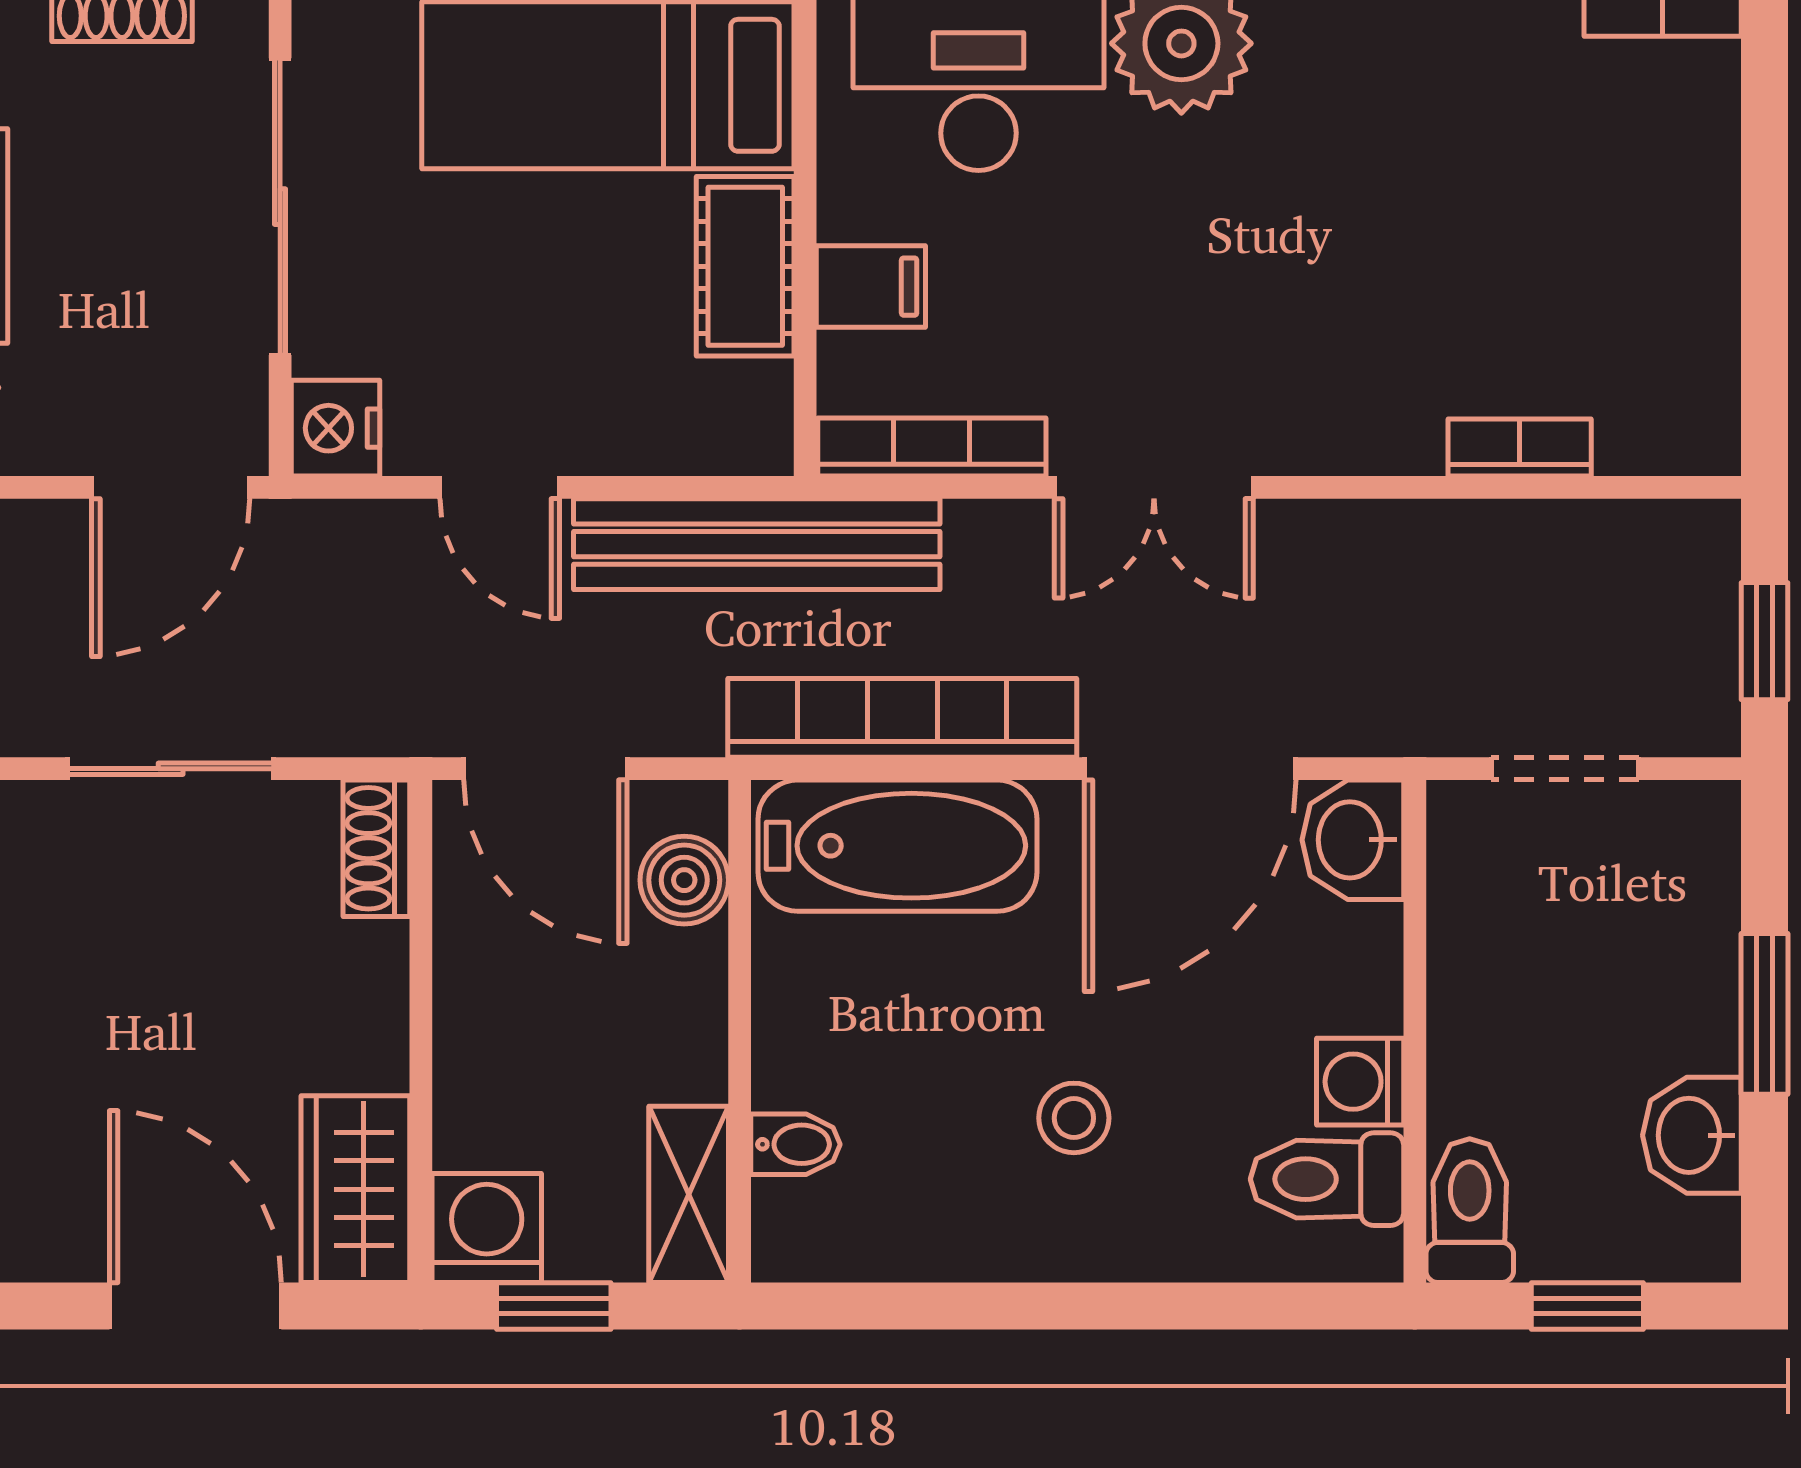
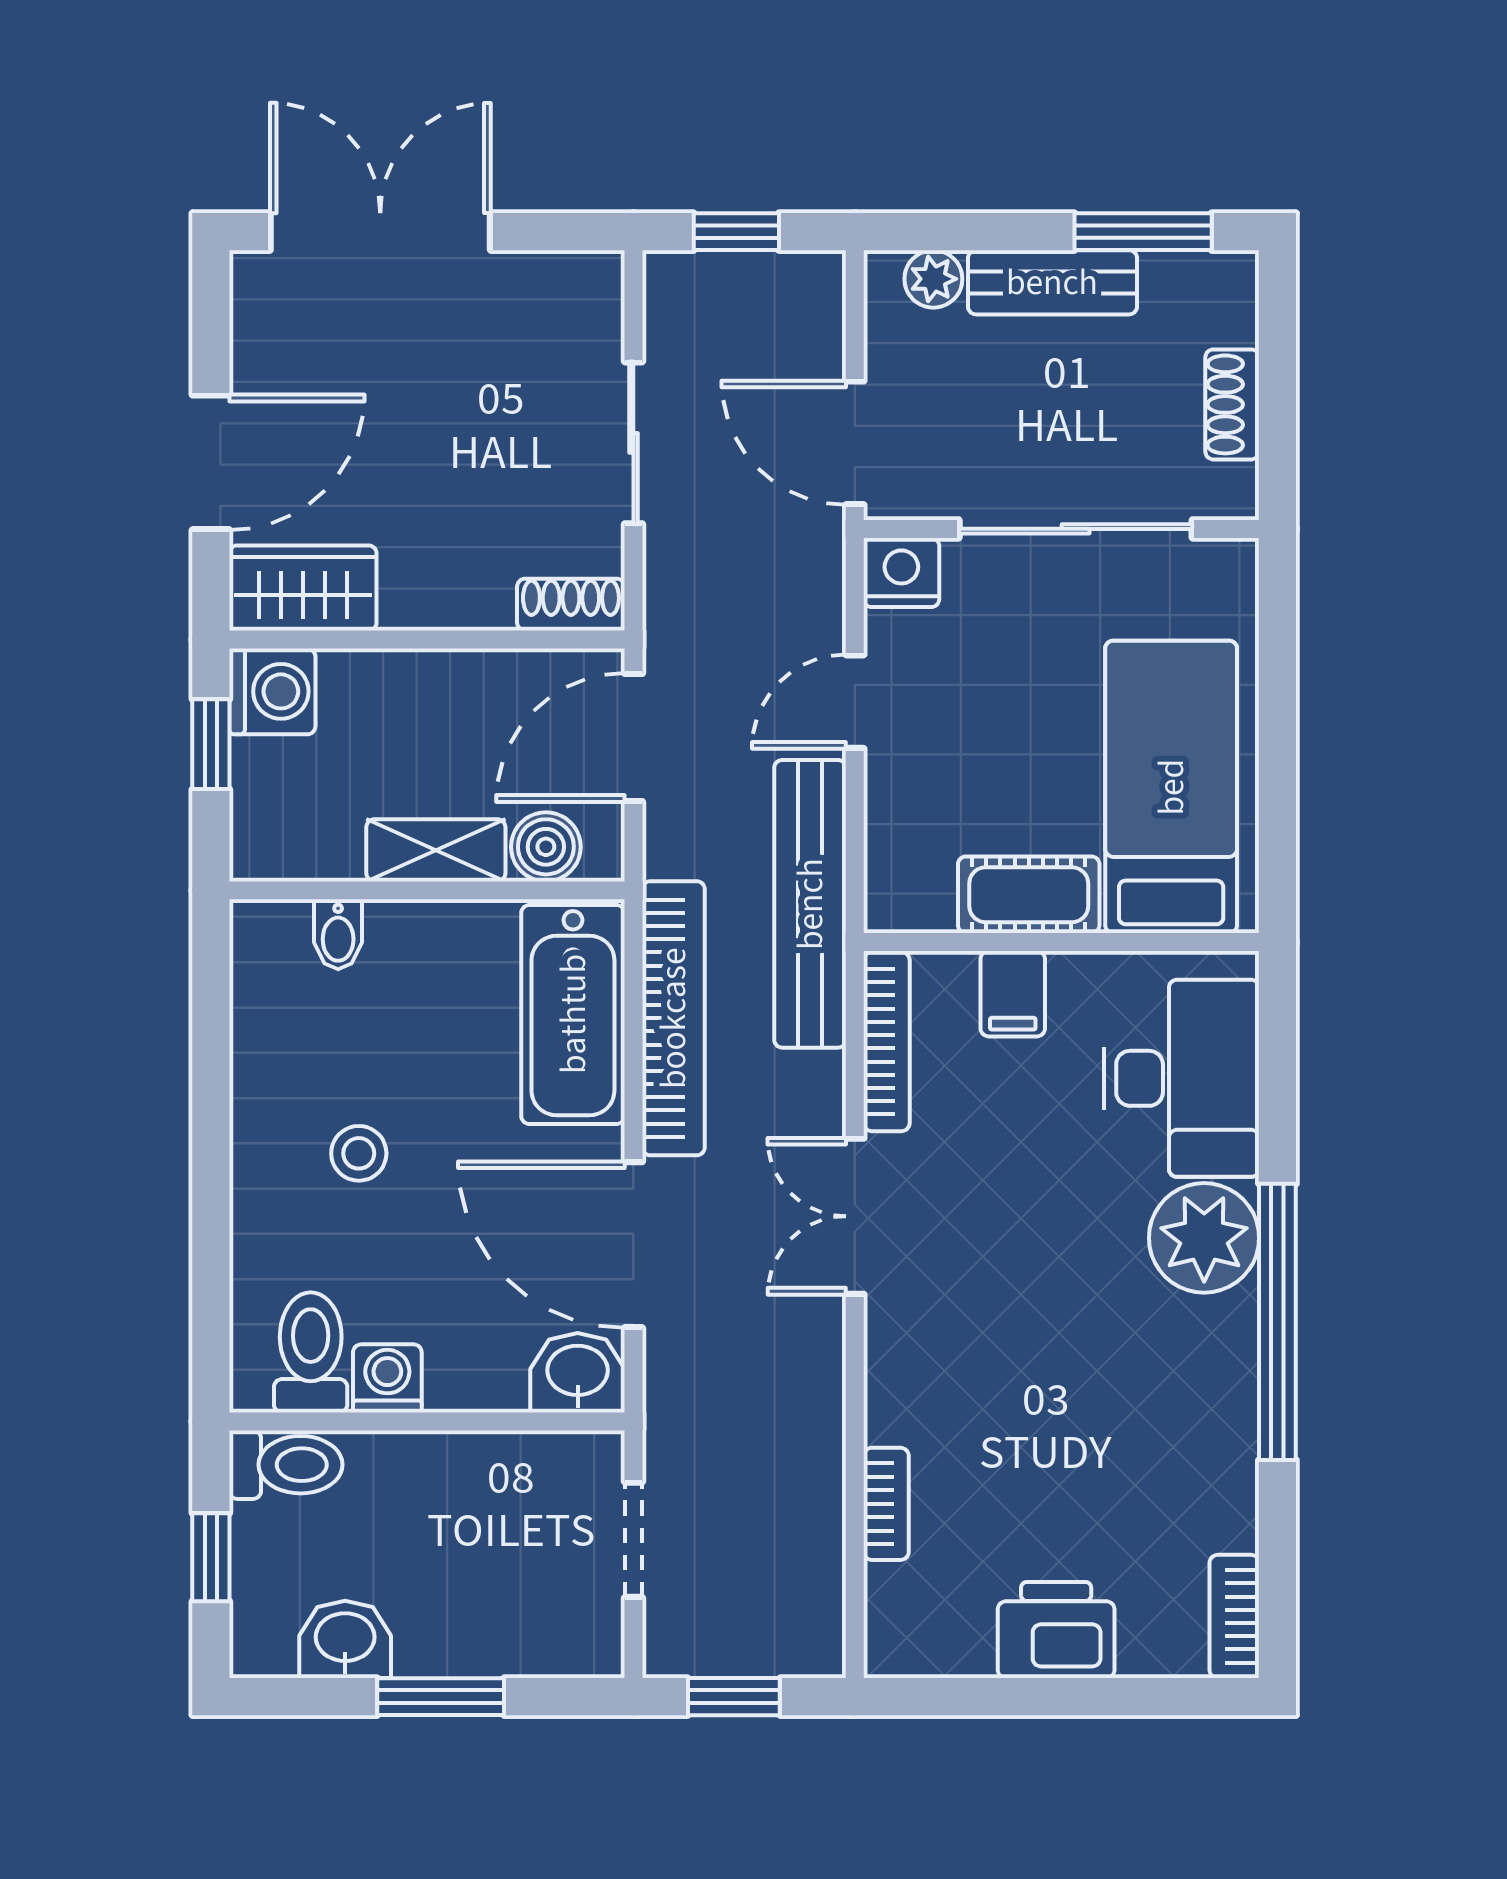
printer: (1680, 231) -> (1056, 1630), added
shelving: (689, 1194) -> (436, 850), moved

